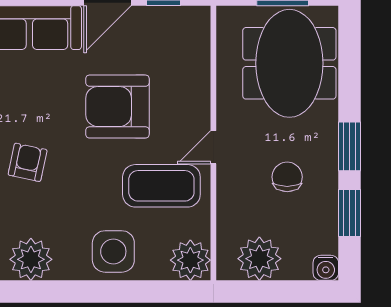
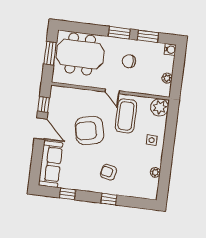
armchair: (117, 107) -> (89, 130), turned 78
side table: (113, 251) -> (152, 140), width x0.54, depth x0.54
plant: (31, 259) -> (155, 172), width x0.53, depth x0.53
plant: (259, 259) -> (167, 78), width x0.53, depth x0.53

